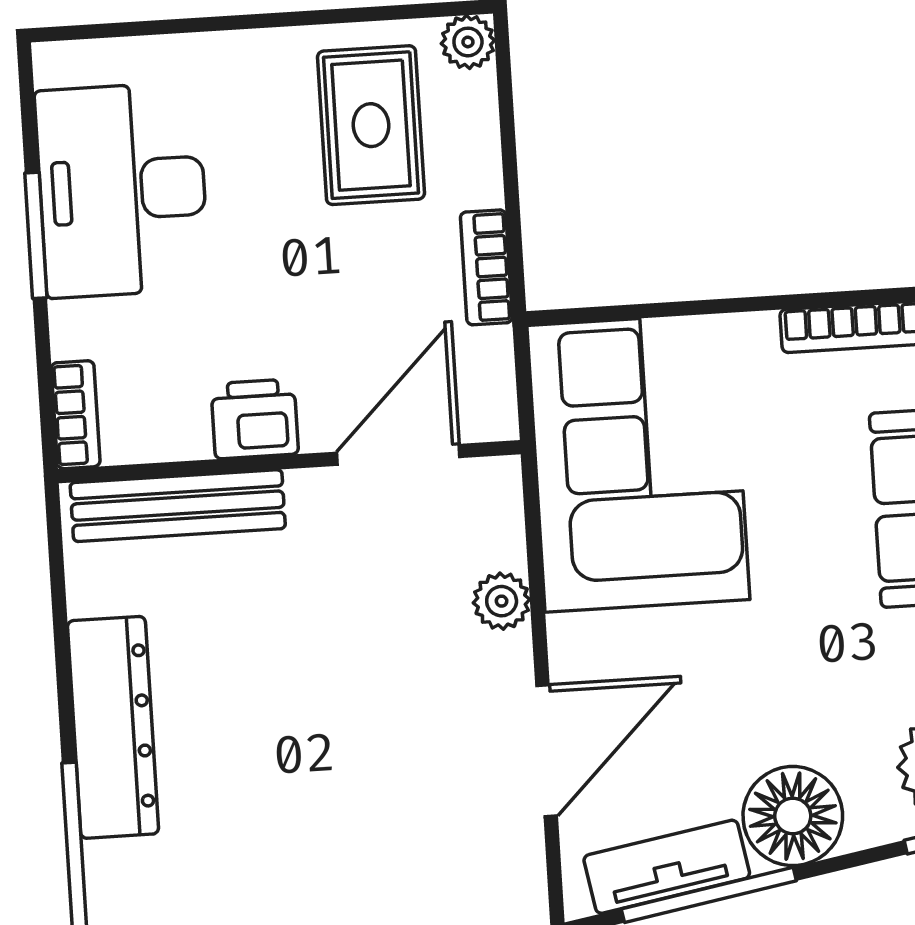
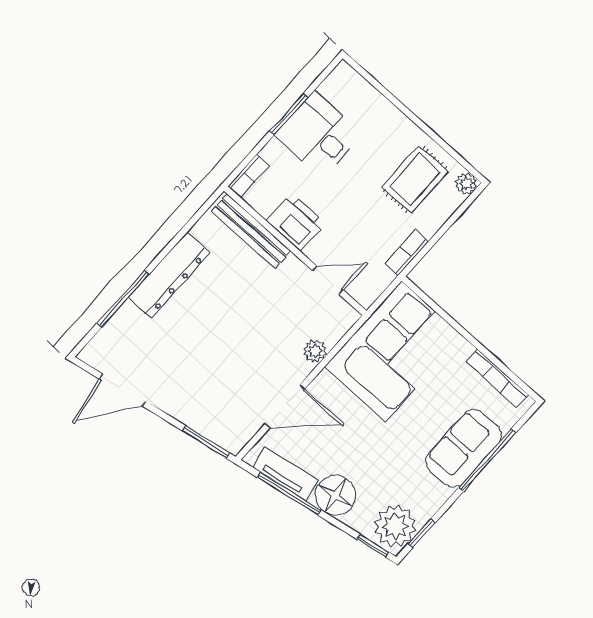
desk: (122, 190) -> (319, 135), width x0.73
printer: (255, 419) -> (296, 222), width x1.36, depth x1.24
door: (398, 455) -> (328, 280), width x0.73

